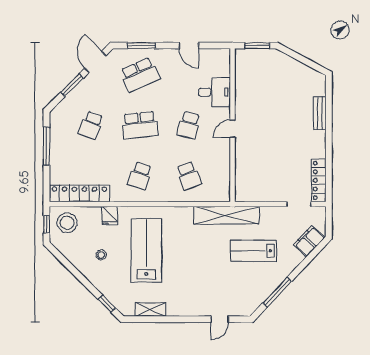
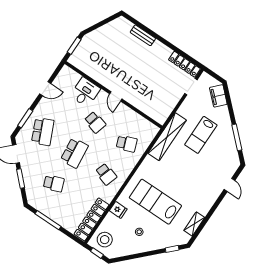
school desk: (91, 125) -> (54, 183), turned -42

